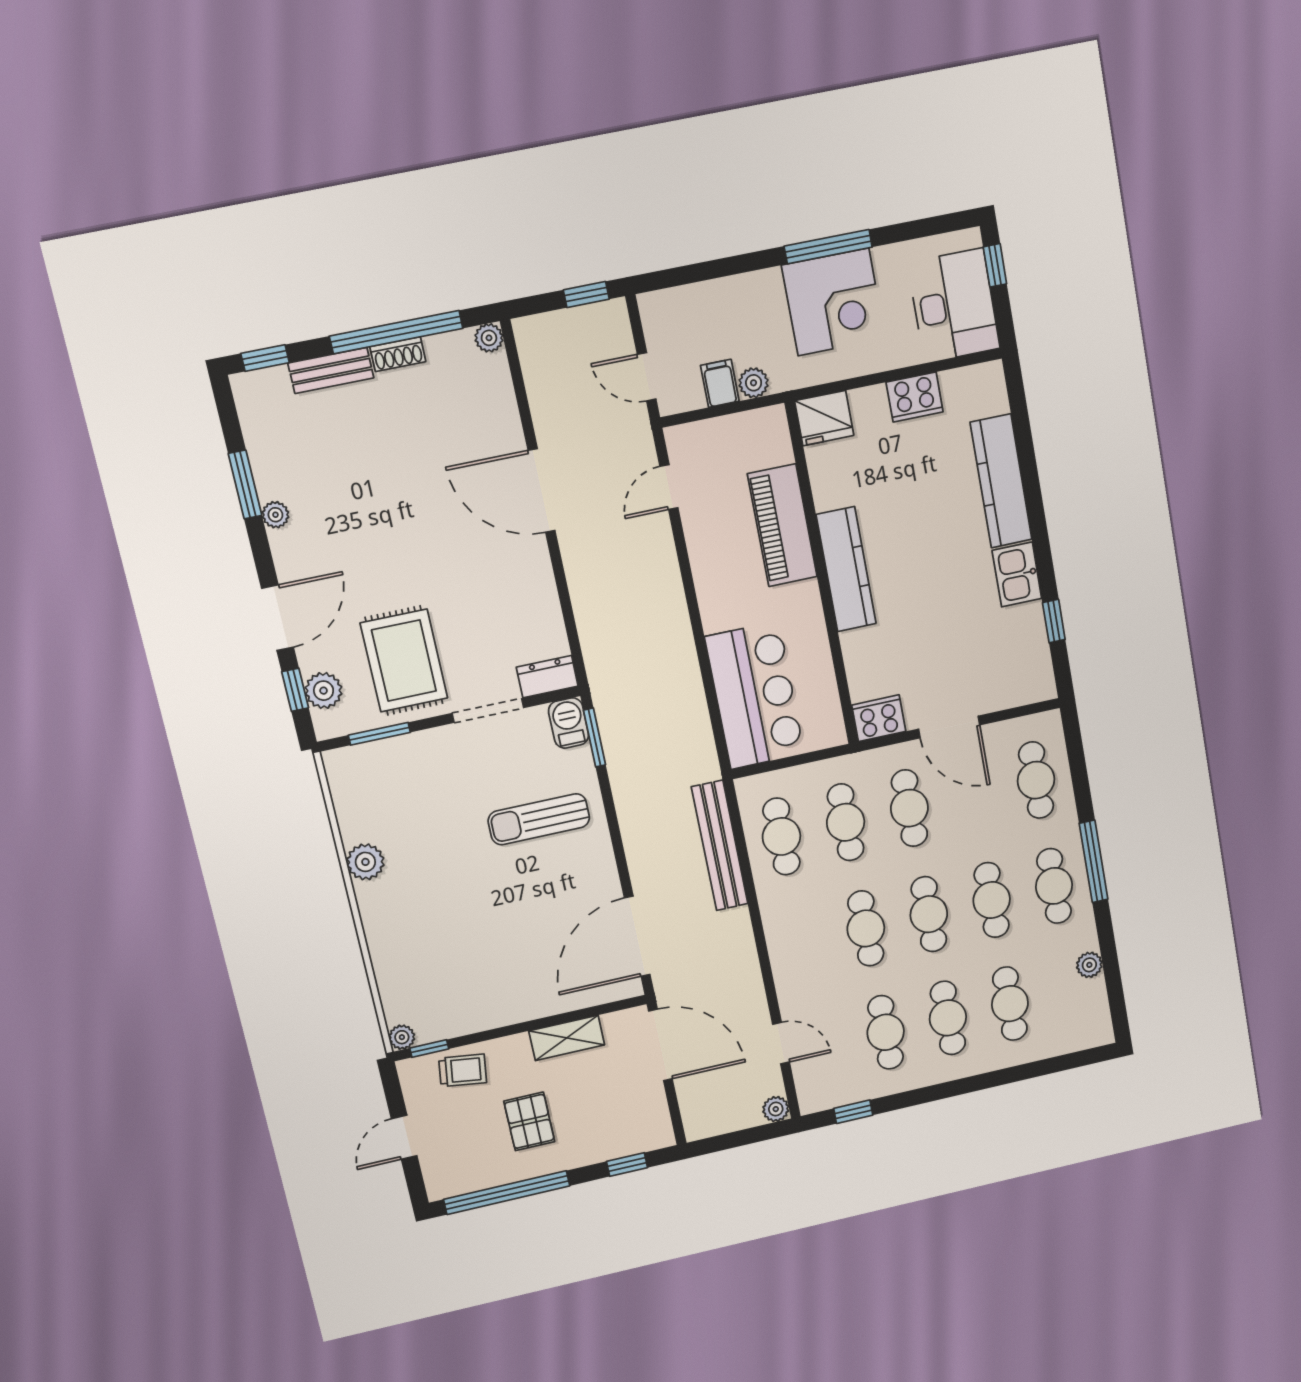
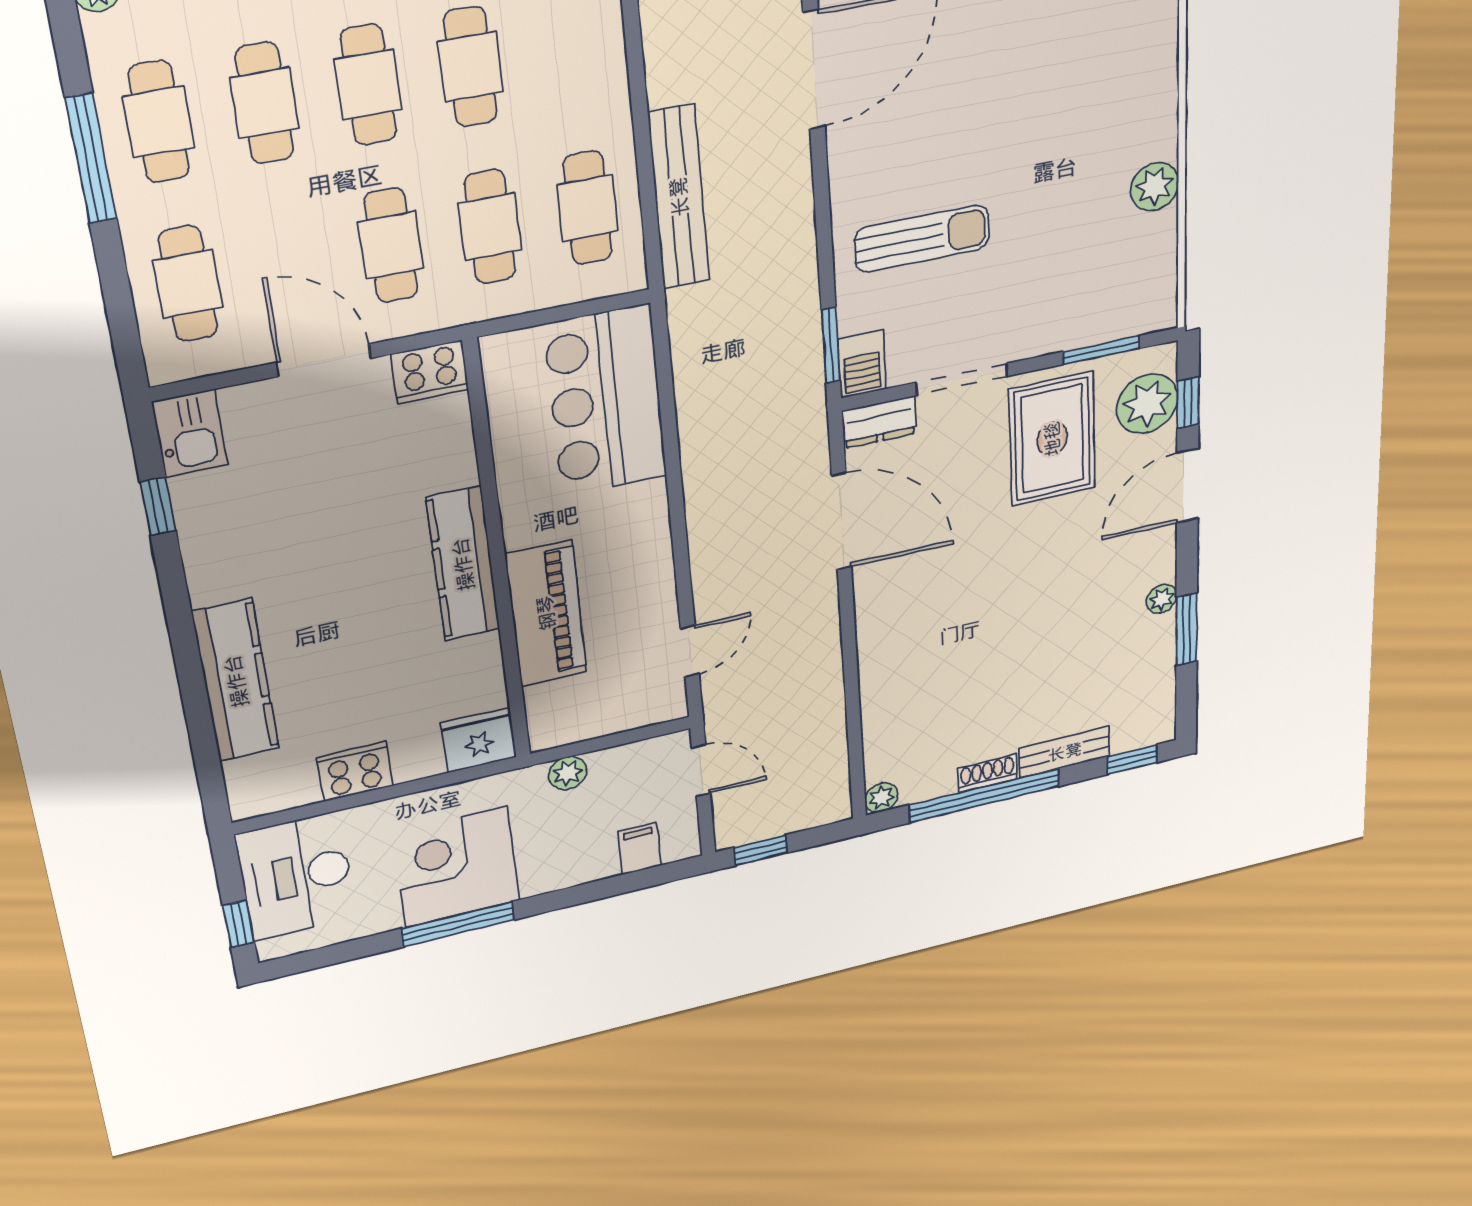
filing cabinet: (720, 383) -> (640, 849), moved, turned 180
door: (542, 491) -> (842, 521), moved
kitchen sink: (1017, 574) -> (190, 433), moved
plant: (324, 691) -> (1147, 404), width x1.36, depth x1.36

